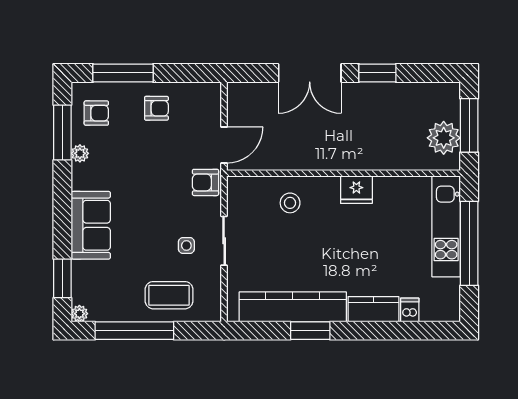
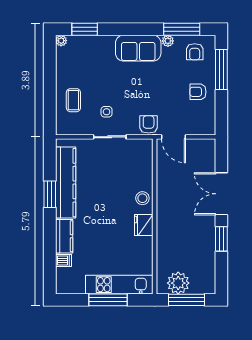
armchair: (156, 108) -> (198, 92), turned 90
stool: (290, 203) -> (142, 198), moved
sofa: (91, 225) -> (138, 48), moved
window: (469, 243) -> (108, 300), width x0.68
coffee table: (169, 295) -> (73, 100), width x0.73, depth x0.77
window: (134, 331) -> (50, 77), removed

